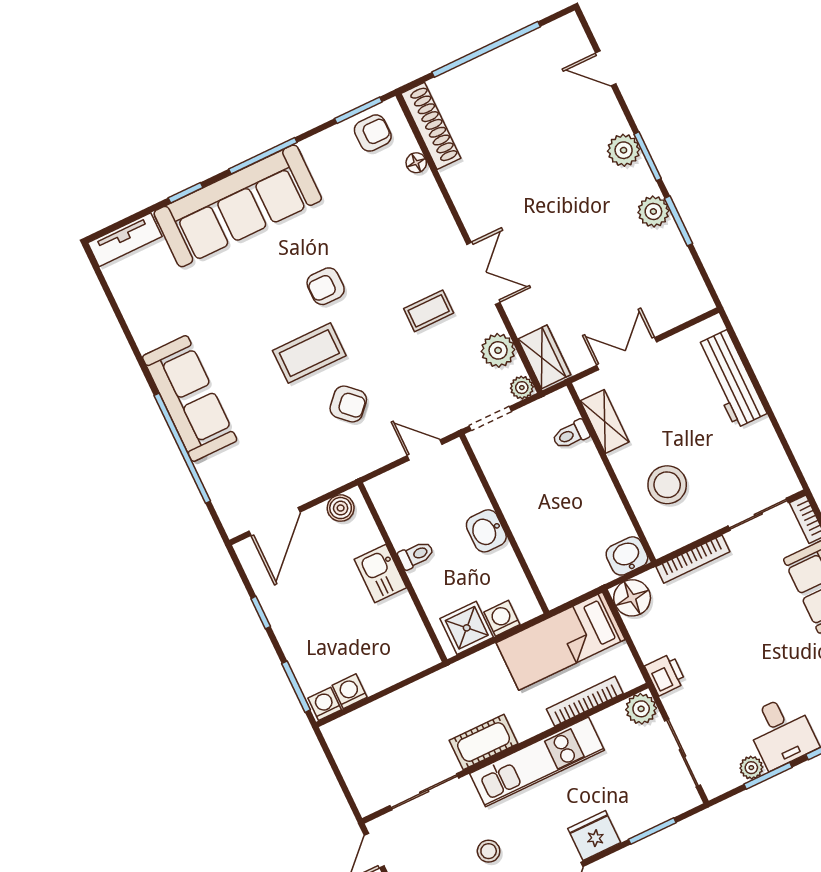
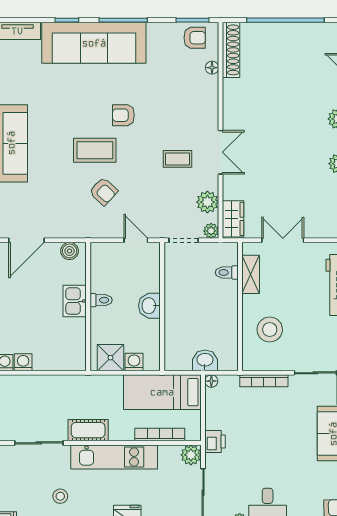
washbasin: (627, 556) -> (205, 360), moved
floor lamp: (632, 598) -> (211, 381), width x0.53, depth x0.53

